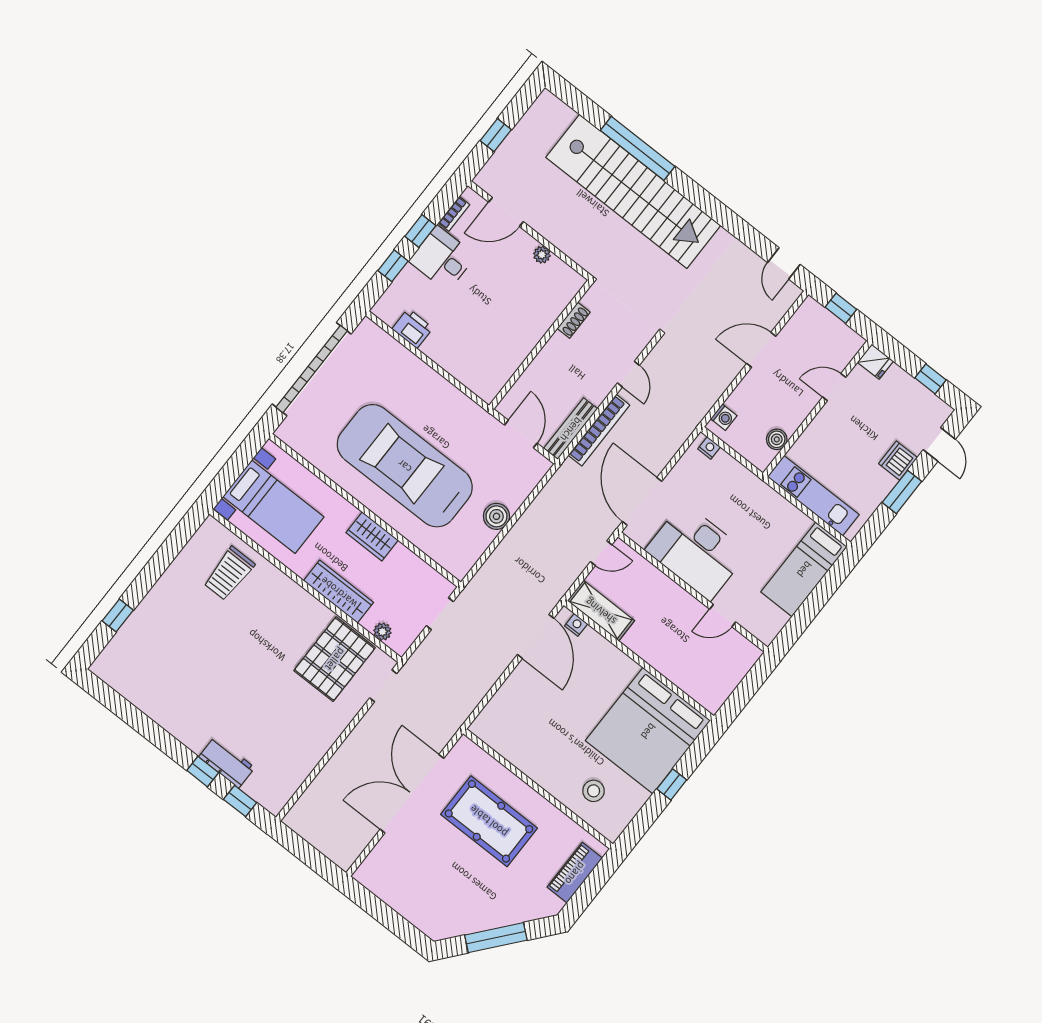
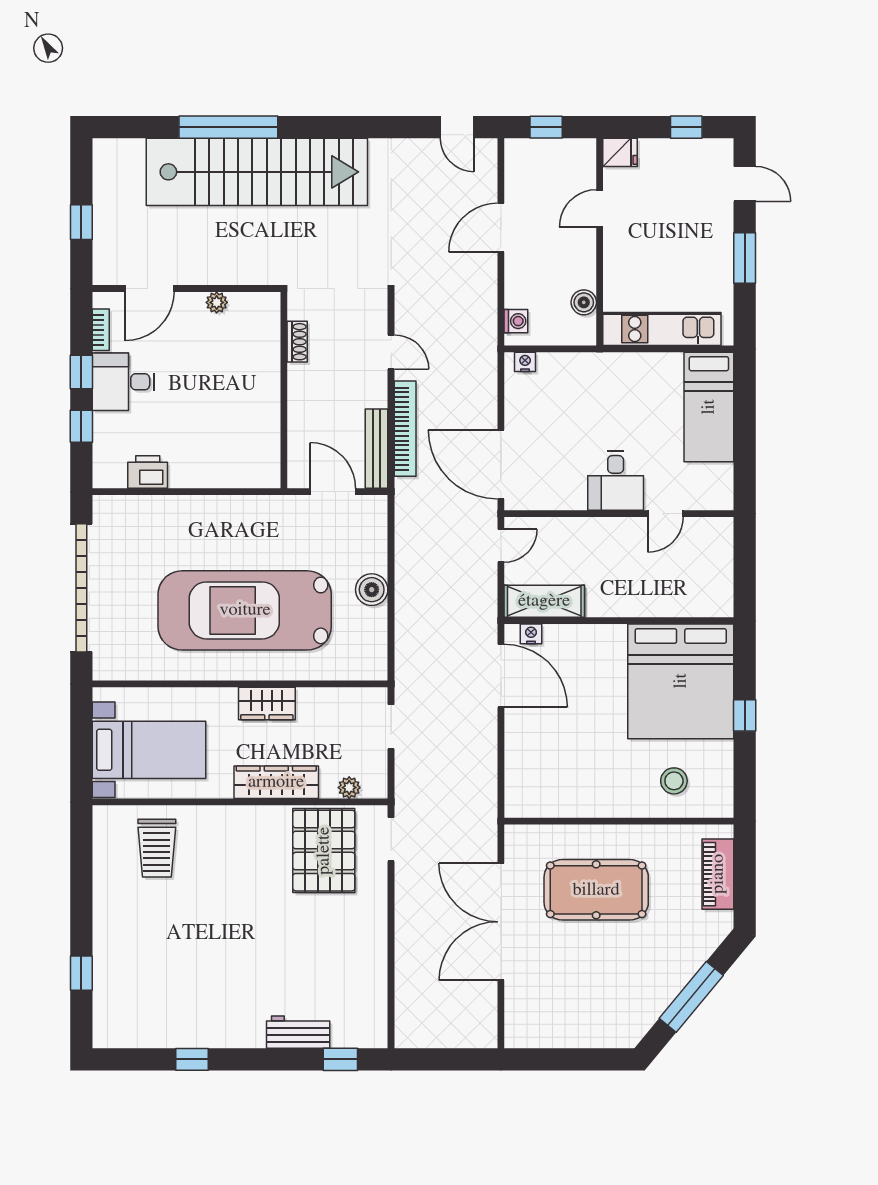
dishwasher: (898, 461) -> (717, 231), removed
desk: (696, 551) -> (616, 480), width x0.53, depth x0.77
window: (203, 772) -> (192, 1059), moved

